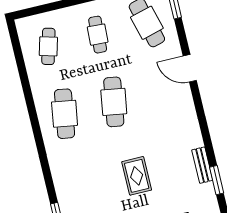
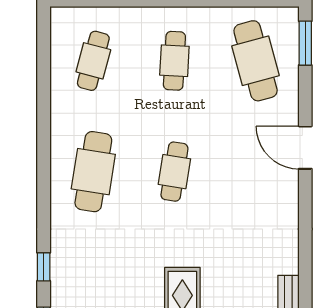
cafe table: (114, 102) -> (174, 172), width x0.73, depth x0.74
window: (48, 179) -> (44, 267), added

